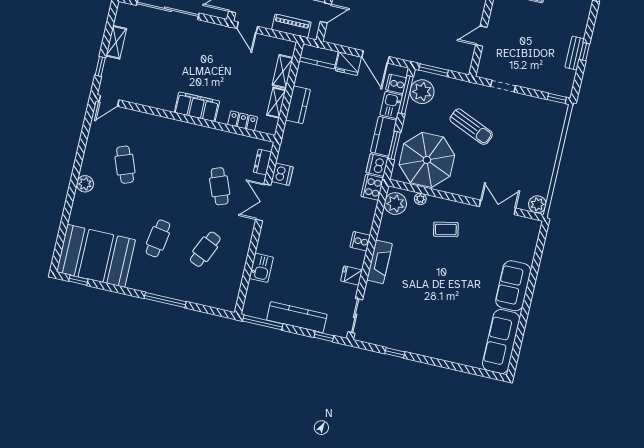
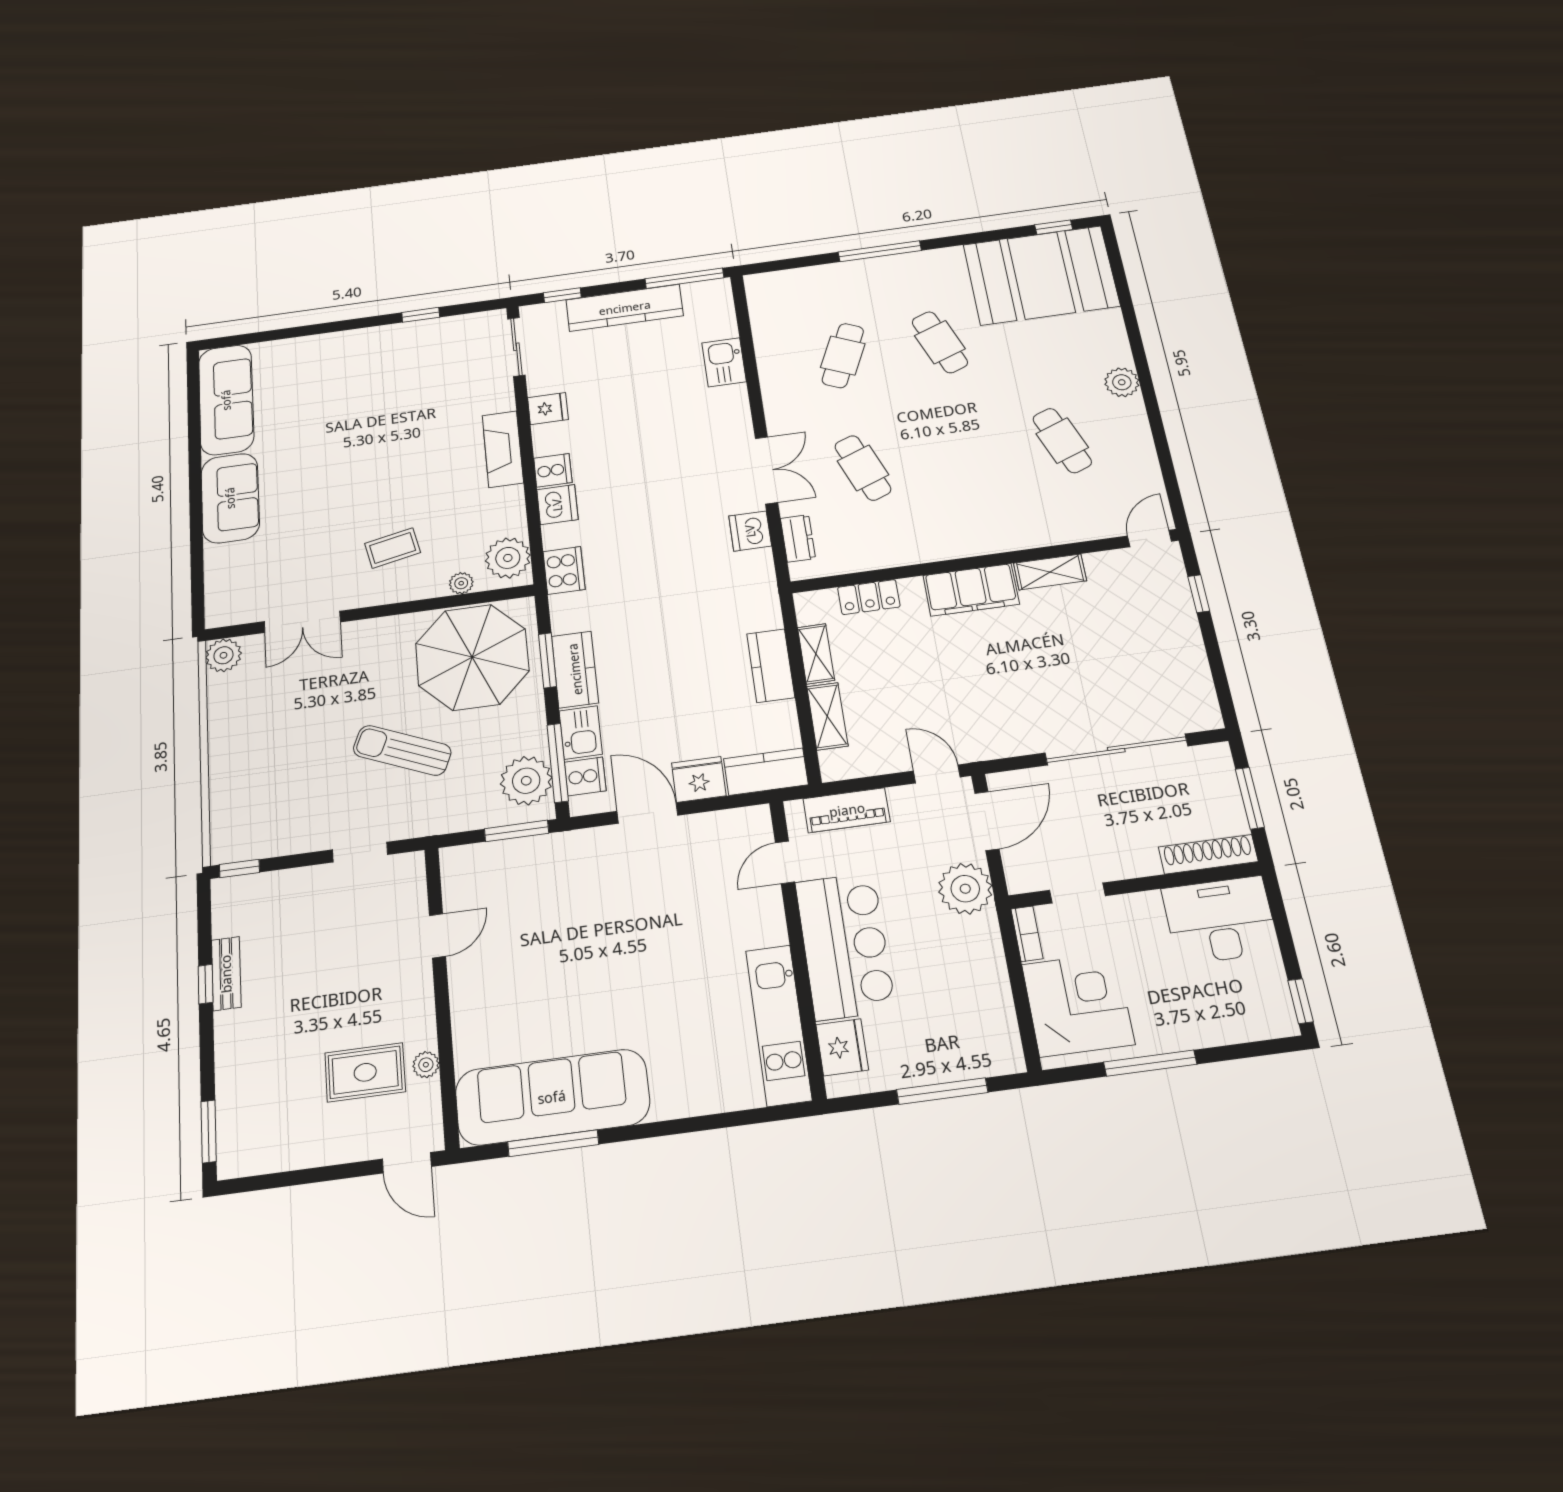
shelving: (116, 42) -> (1050, 572), moved, turned 90
dishwasher: (377, 165) -> (557, 505), moved
cafe table: (158, 238) -> (940, 342), turned -30

